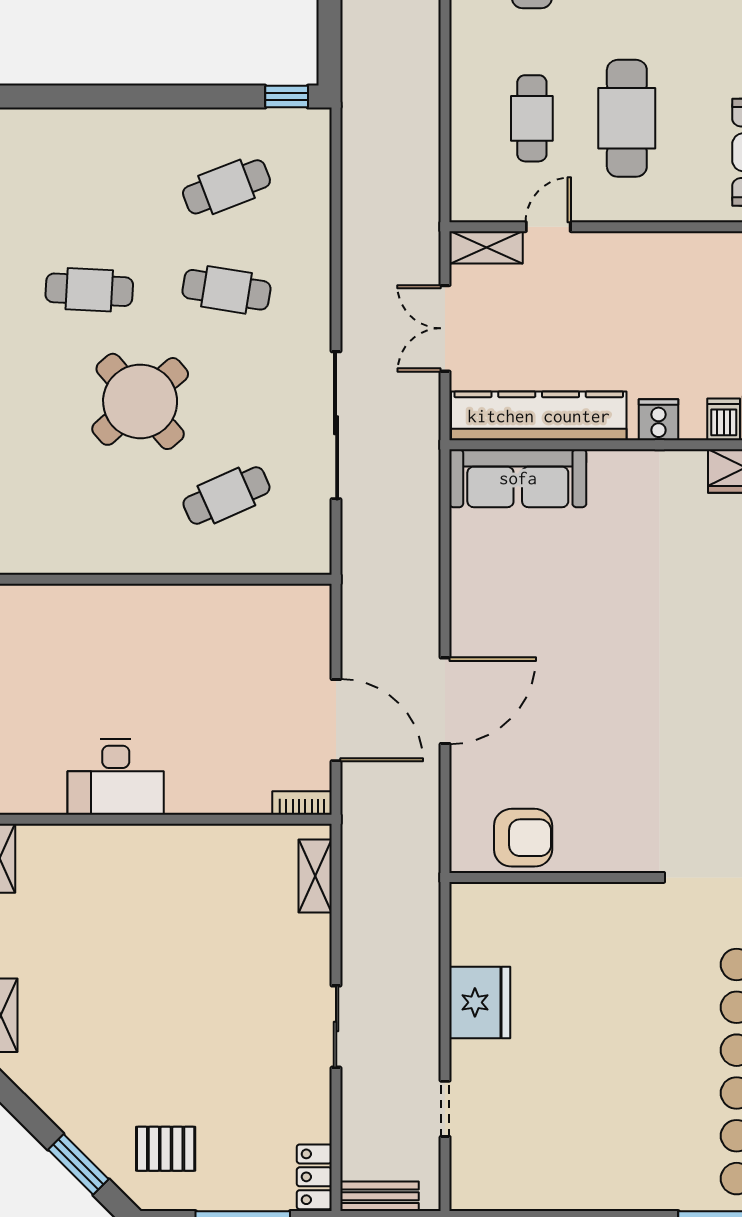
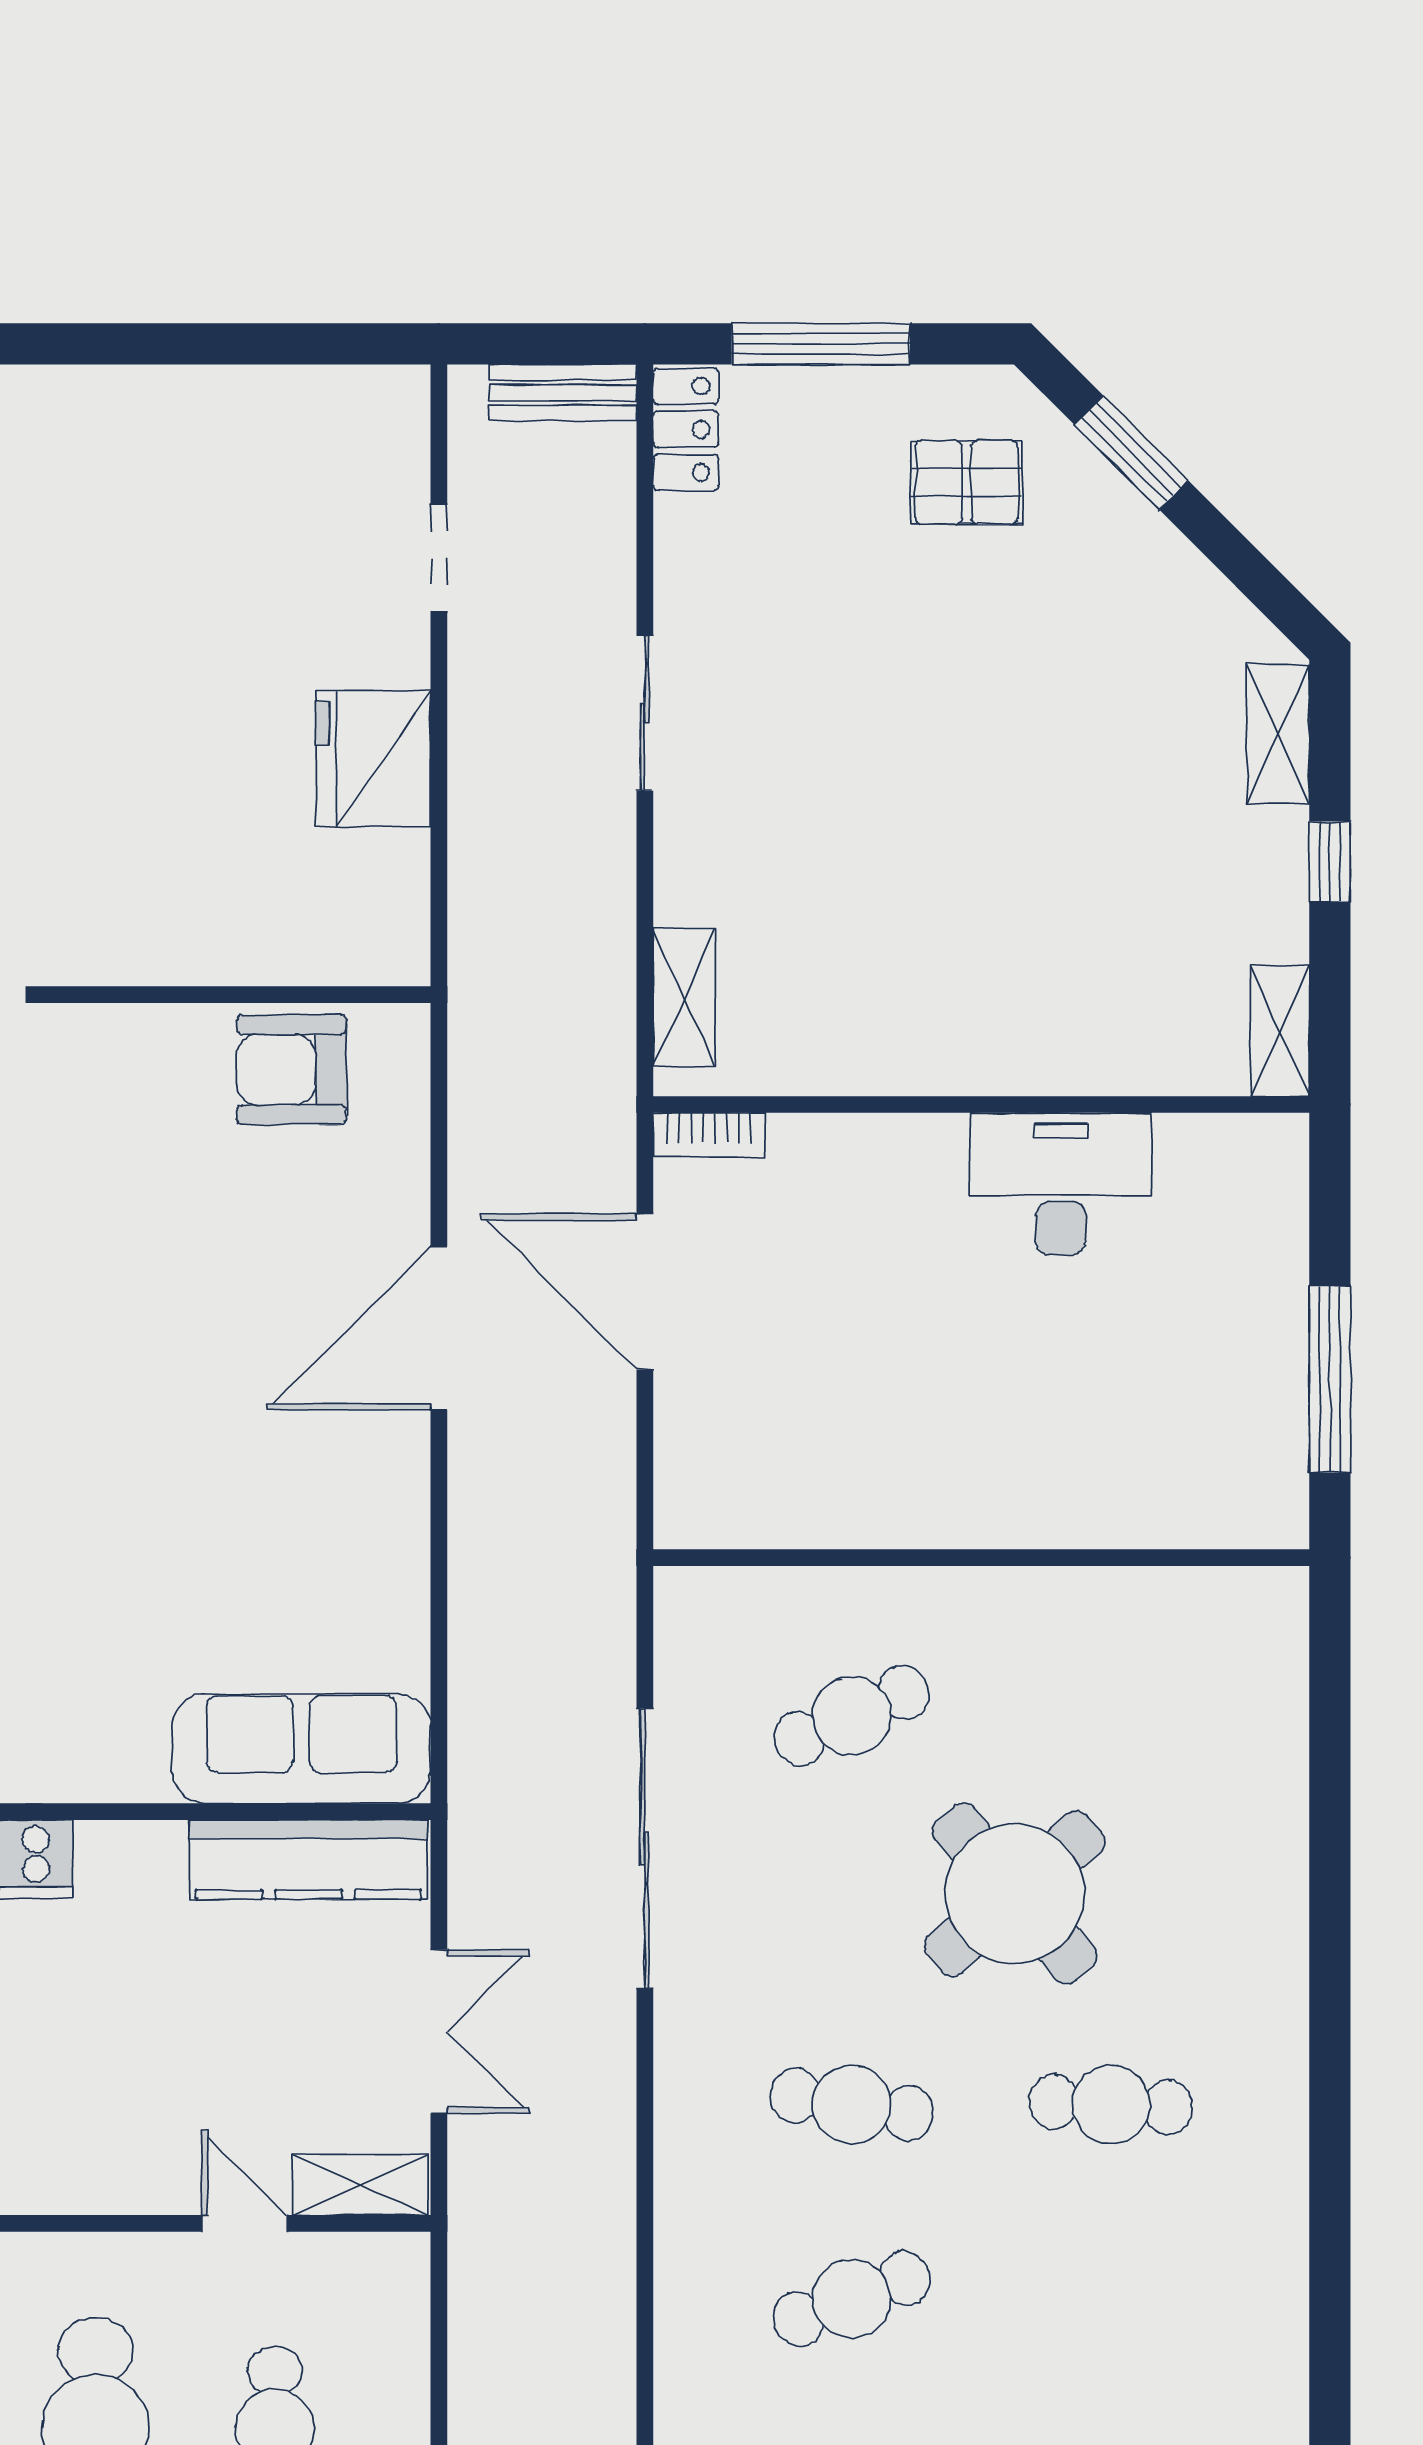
door: (548, 227) -> (244, 2223), swing flipped
kitchen counter: (539, 416) -> (308, 1860), width x0.72, depth x0.86

